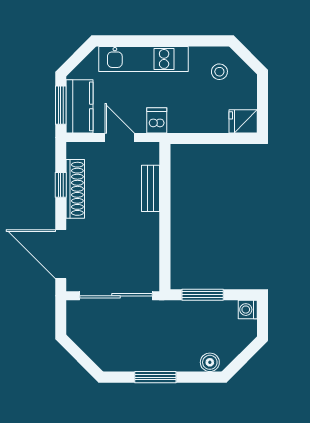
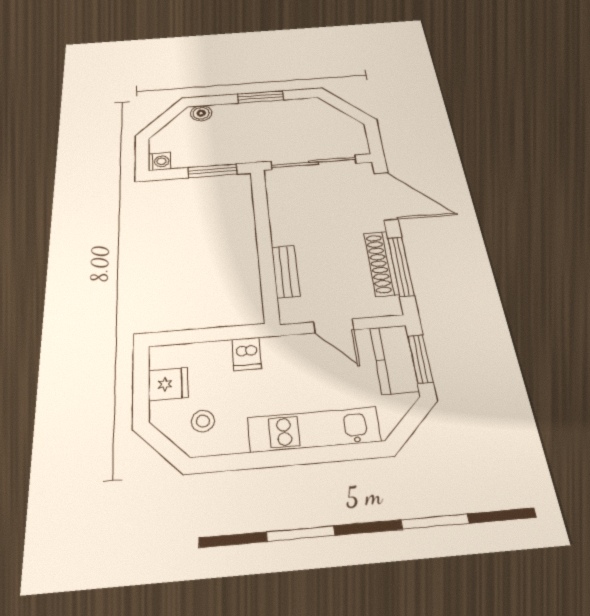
dishwasher: (157, 120) -> (247, 354), moved
fridge: (243, 121) -> (168, 384), moved
window: (61, 185) -> (401, 266), width x2.17

